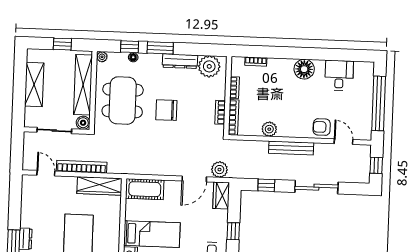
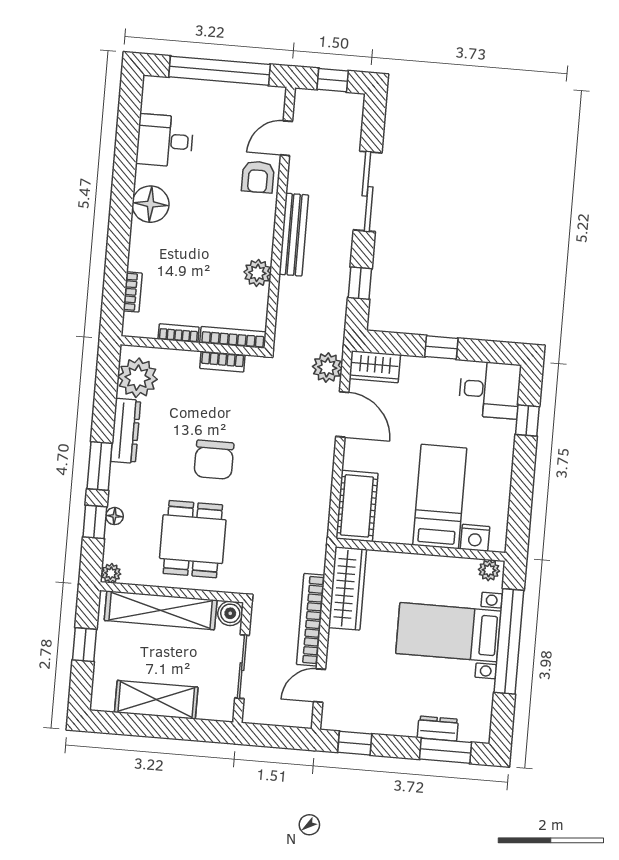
dining table: (123, 101) -> (193, 539), width x0.73
window: (15, 194) -> (355, 743), added

